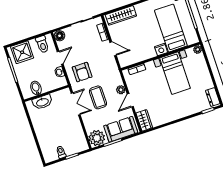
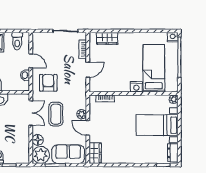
wardrobe: (121, 15) -> (107, 38), width x0.67
floor lamp: (60, 36) -> (38, 140), moved
door: (113, 49) -> (88, 70), hinge flipped
door: (60, 58) -> (31, 61), hinge flipped
armchair: (82, 72) -> (48, 83), turned 180
bed with nightstands: (175, 73) -> (157, 125), moved, turned 90
door: (130, 100) -> (88, 128), hinge flipped

